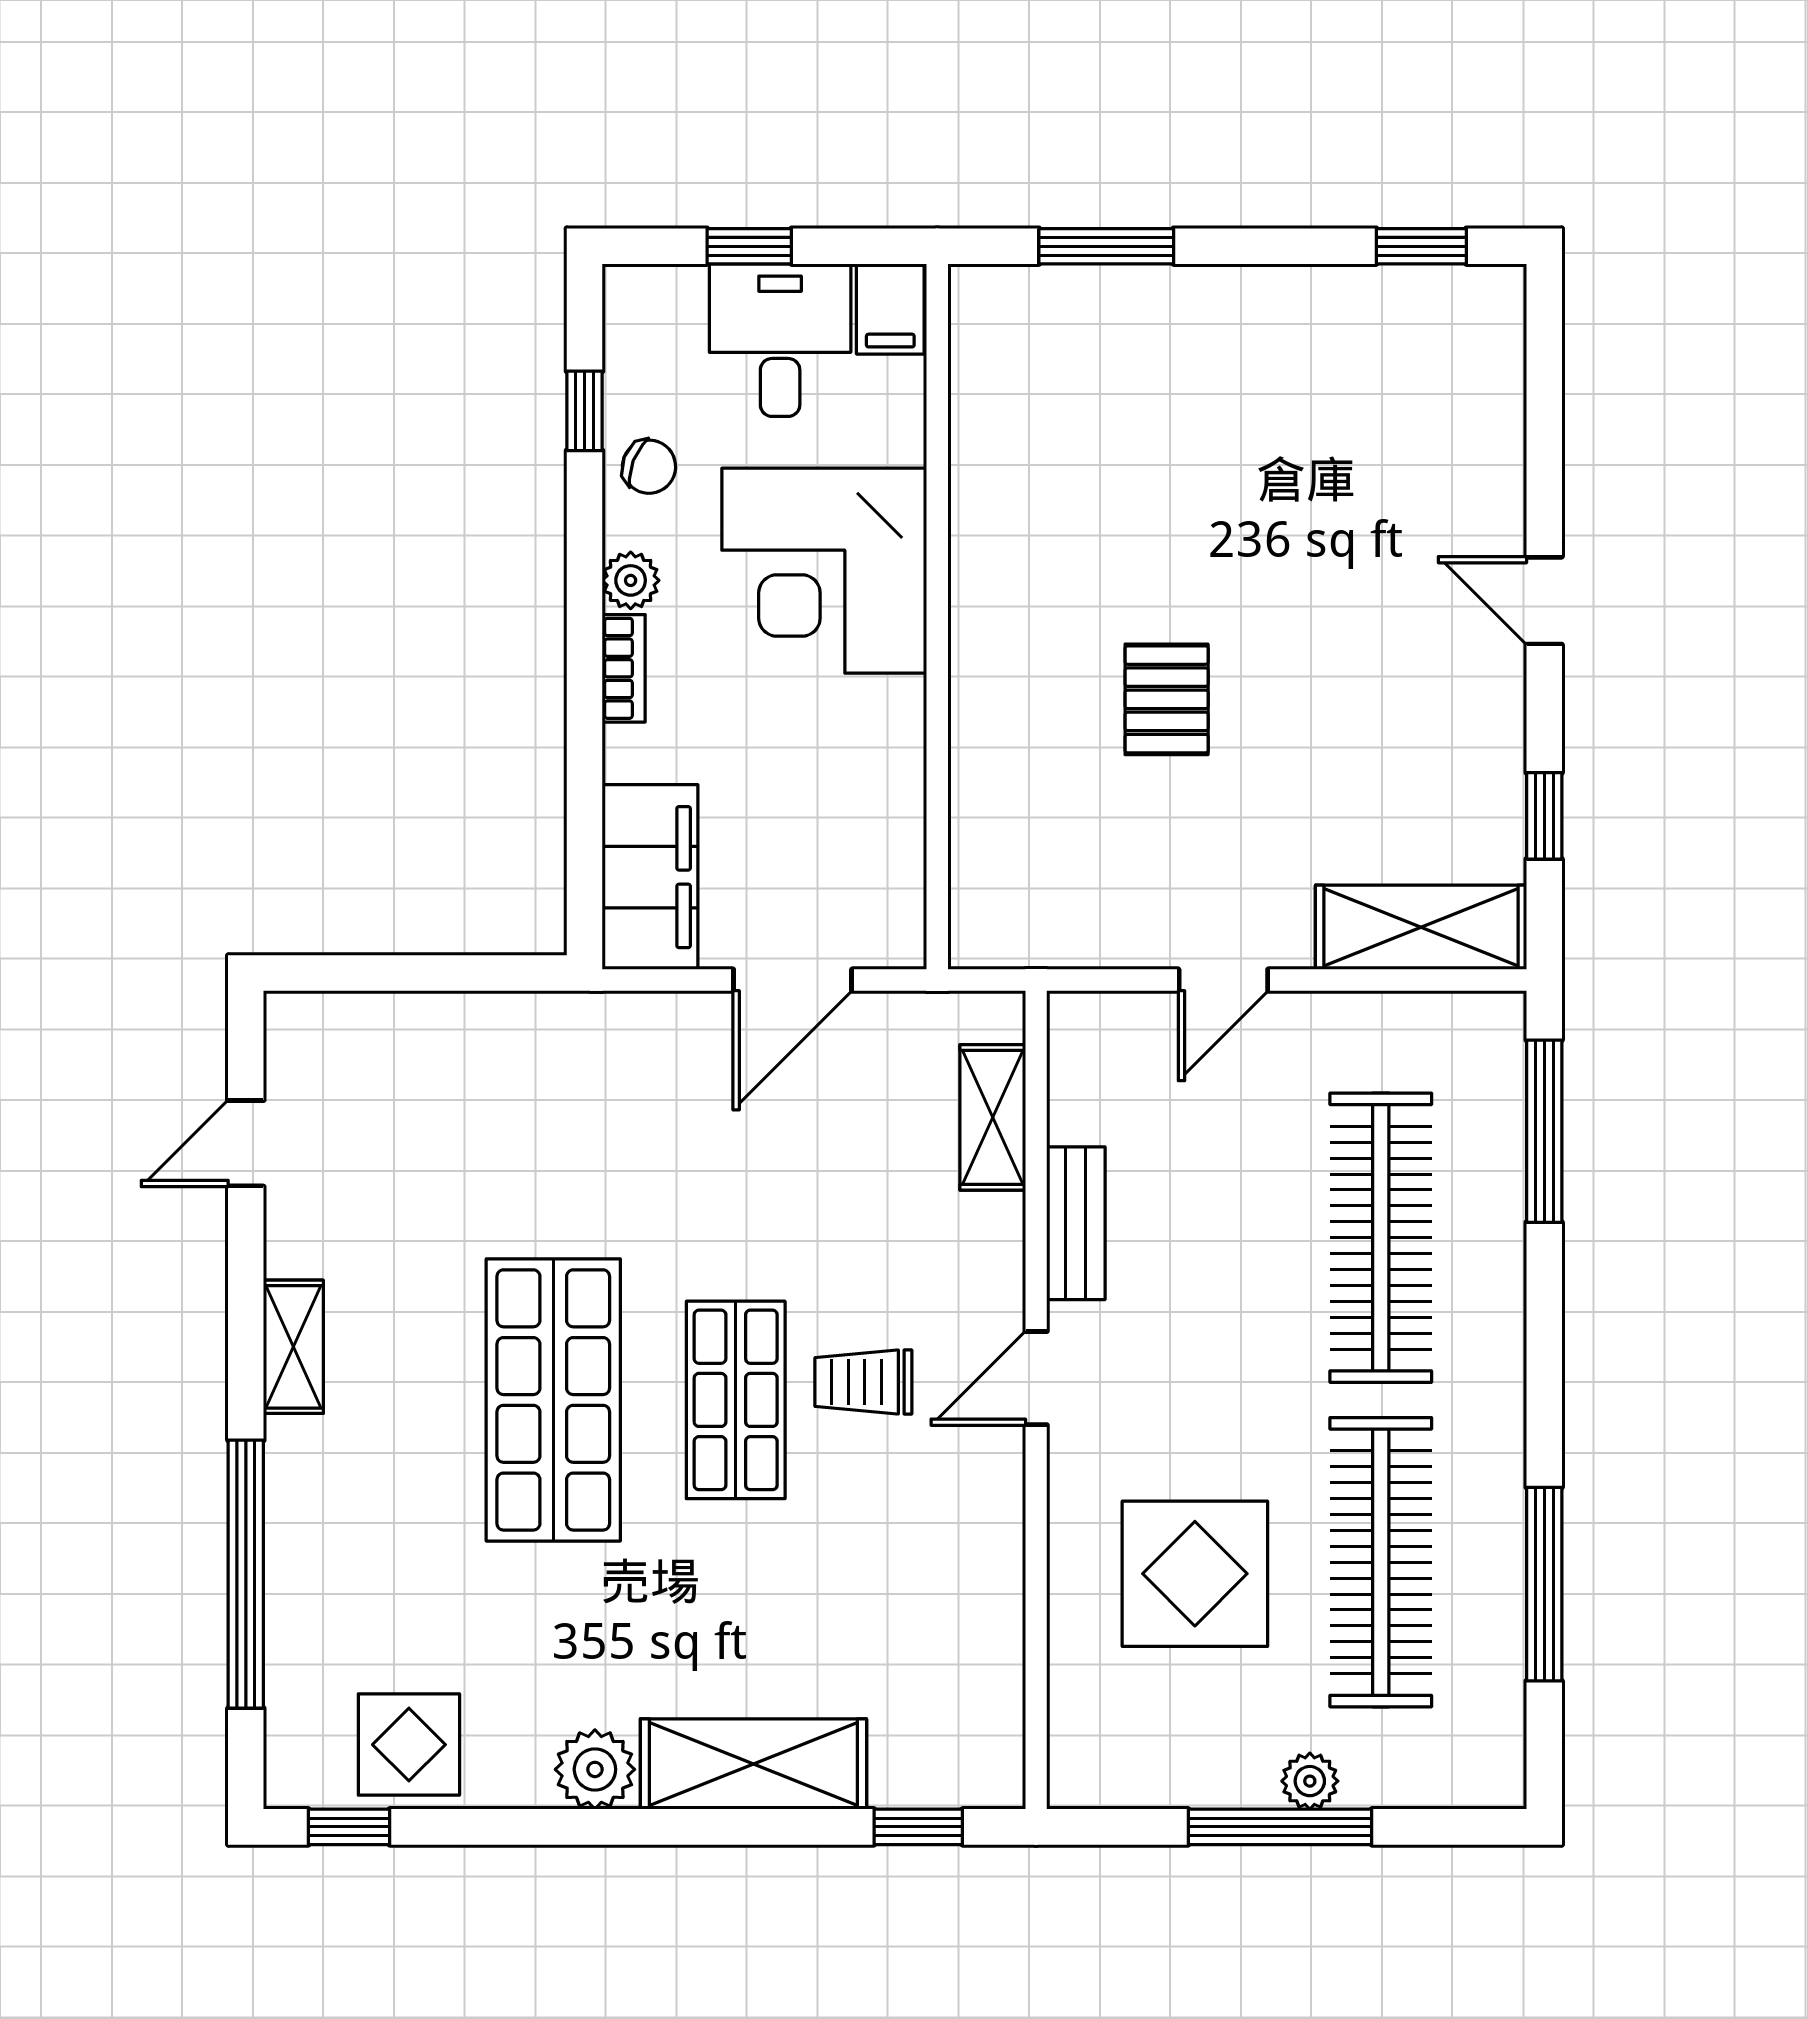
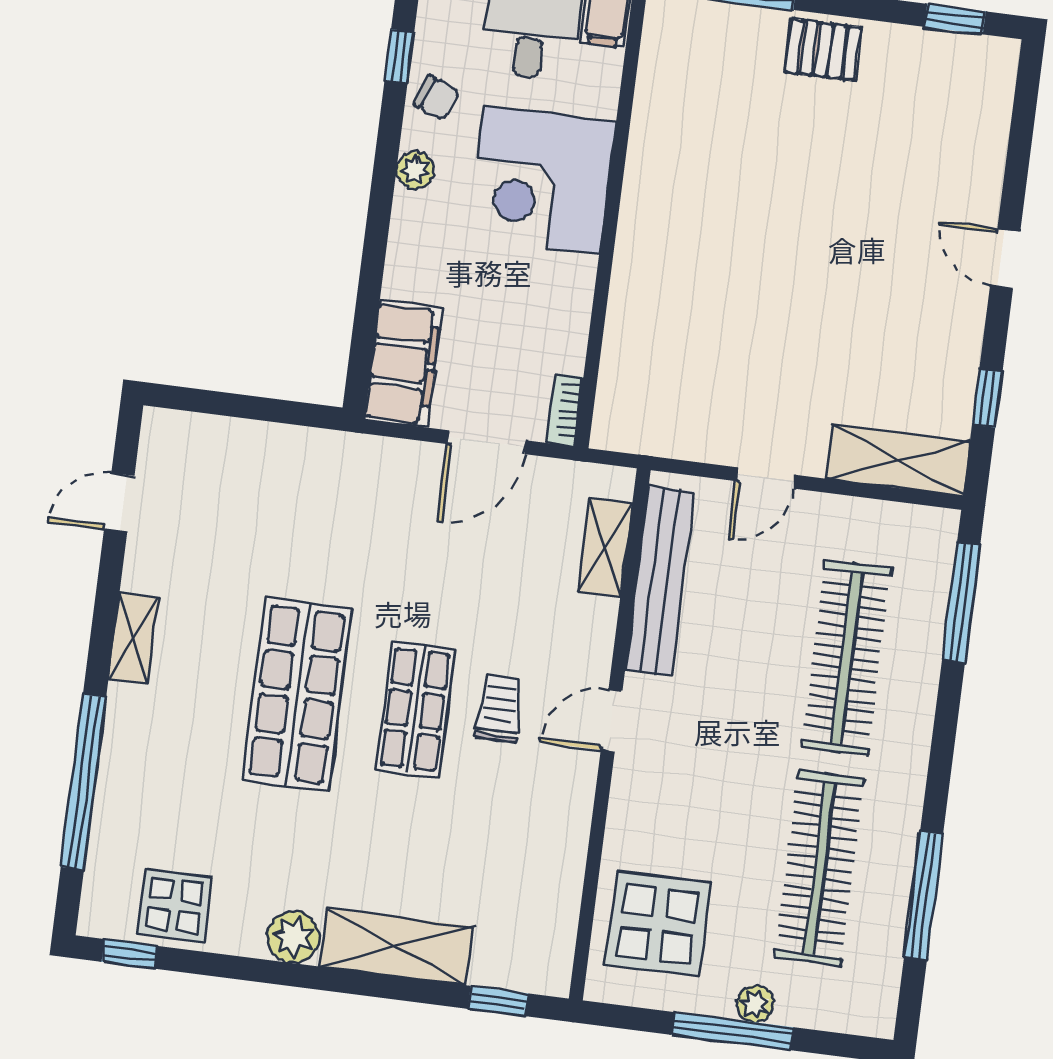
bookcase: (624, 668) -> (565, 410), moved, turned 180
pallet: (1167, 699) -> (823, 50), moved, turned 90
bench: (1076, 1223) -> (660, 581), width x1.86, depth x1.21
trolley: (863, 1382) -> (499, 708), turned 90
display table: (1195, 1574) -> (658, 924), moved

